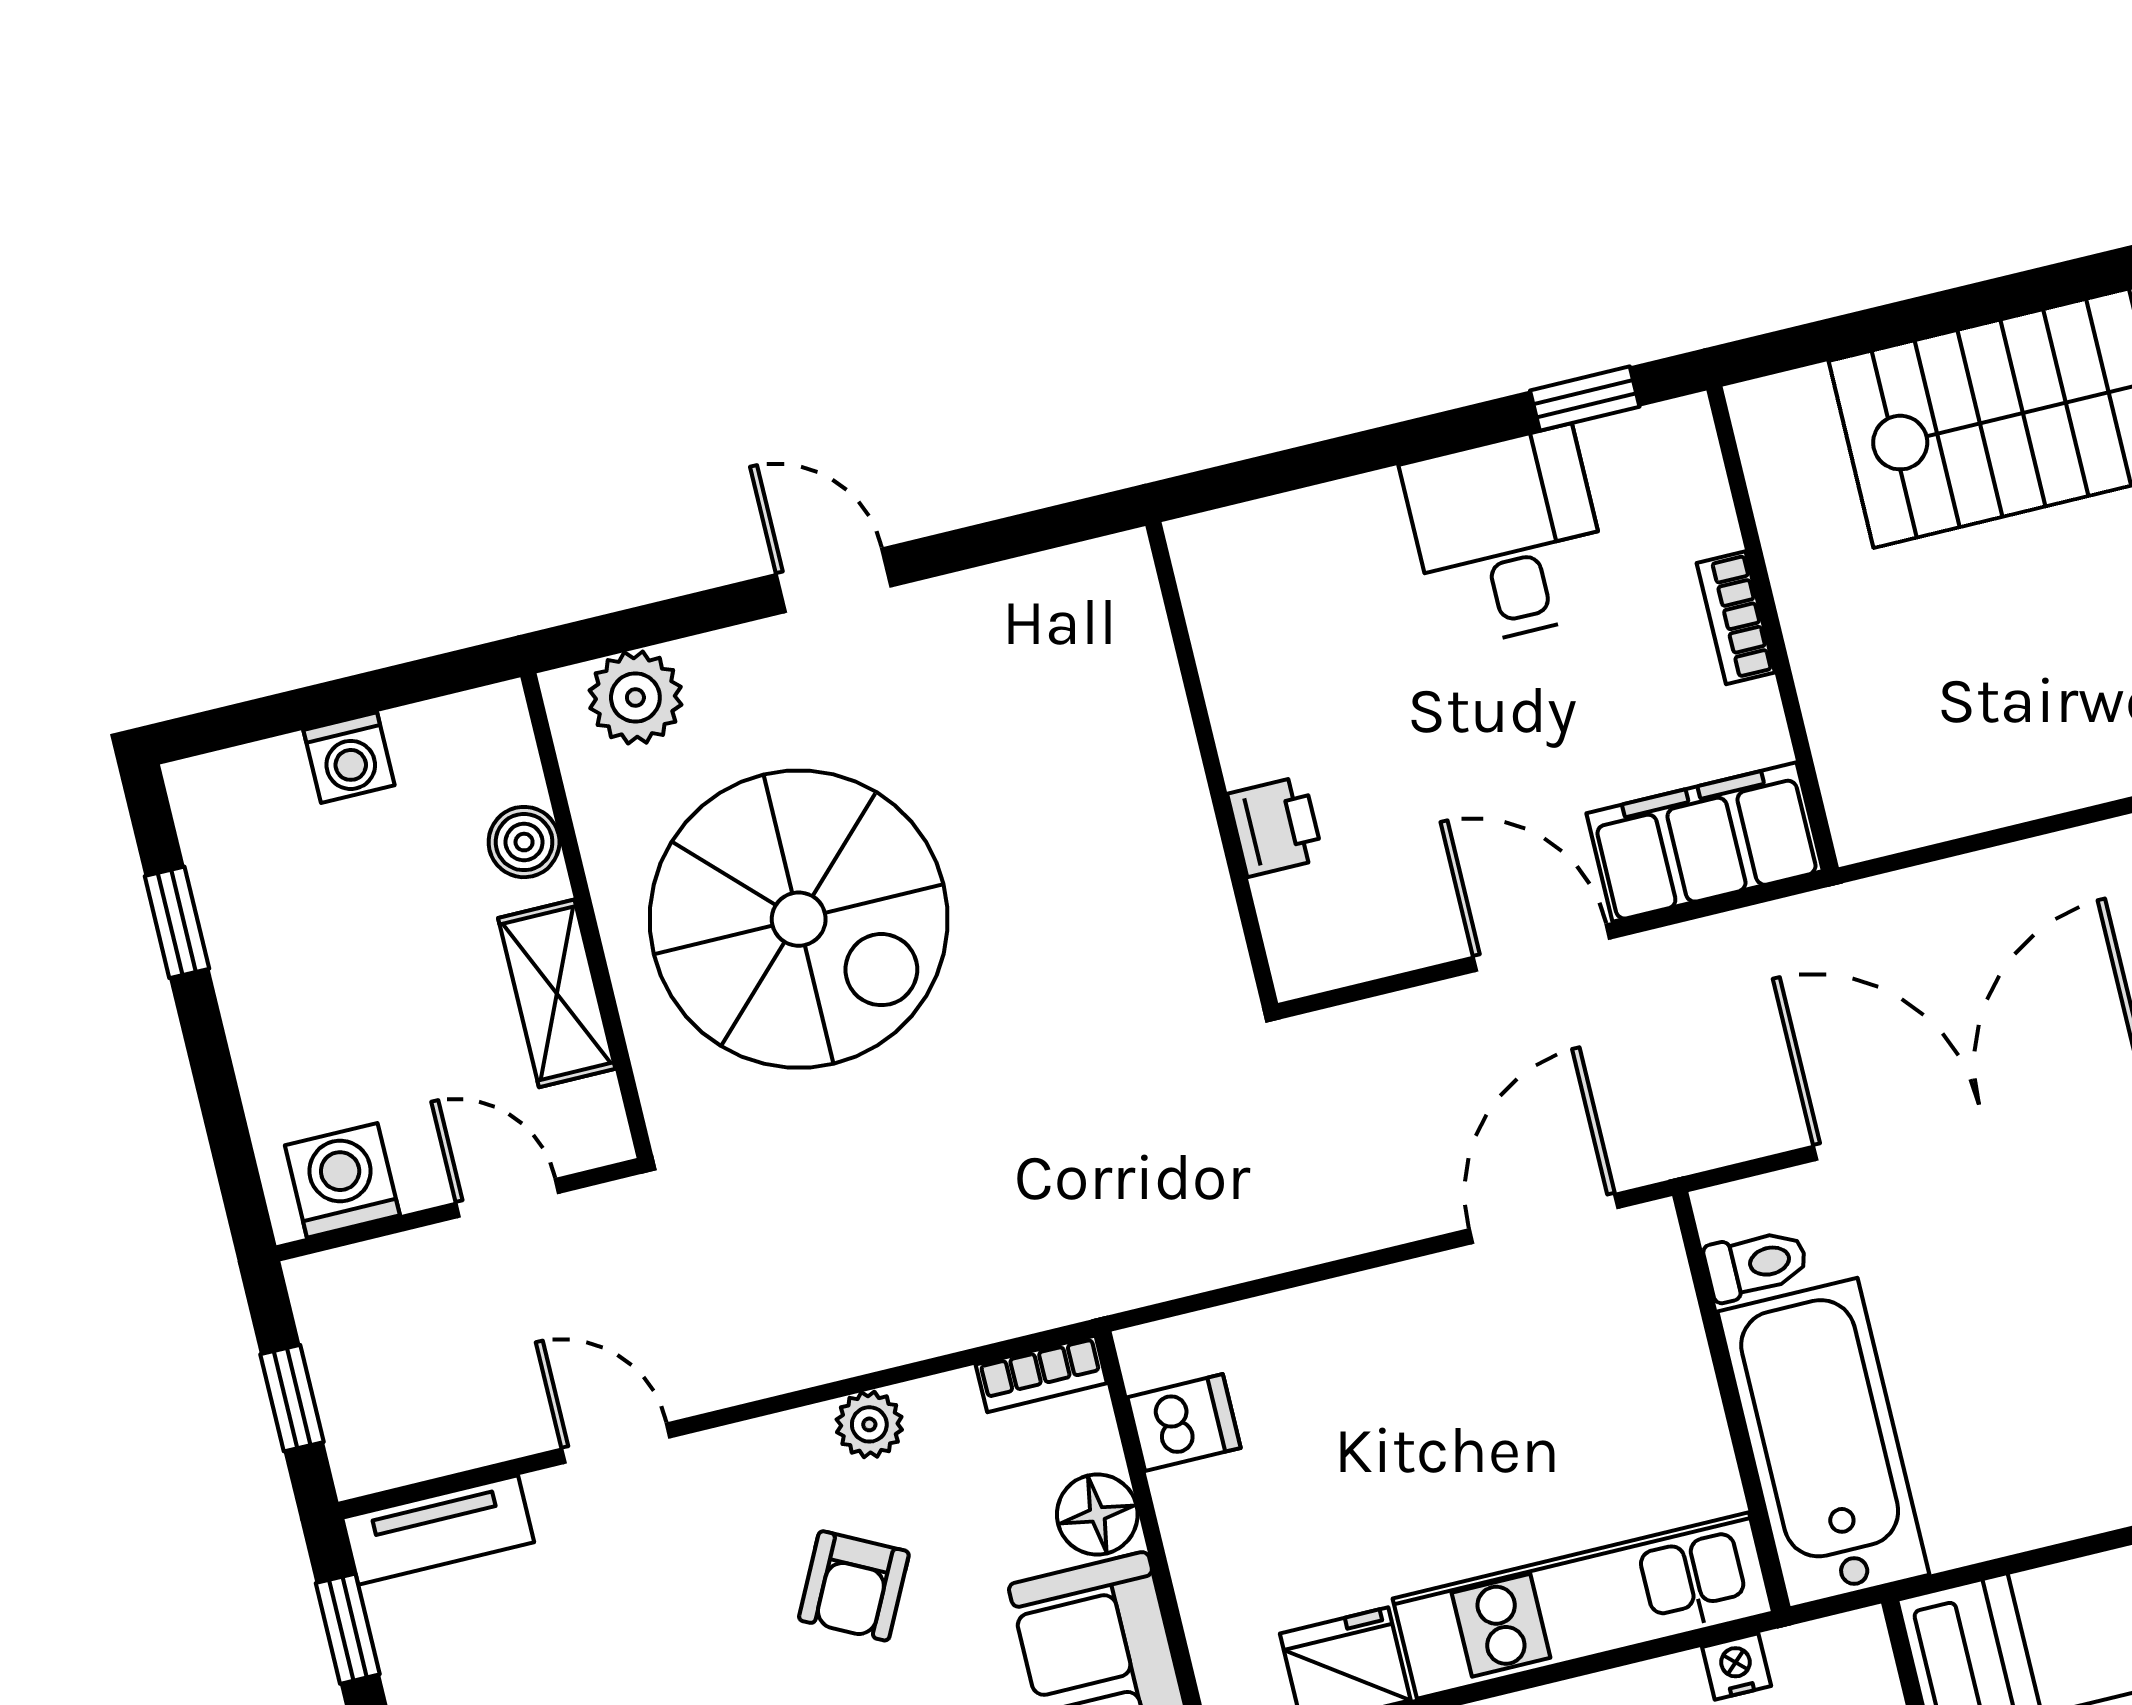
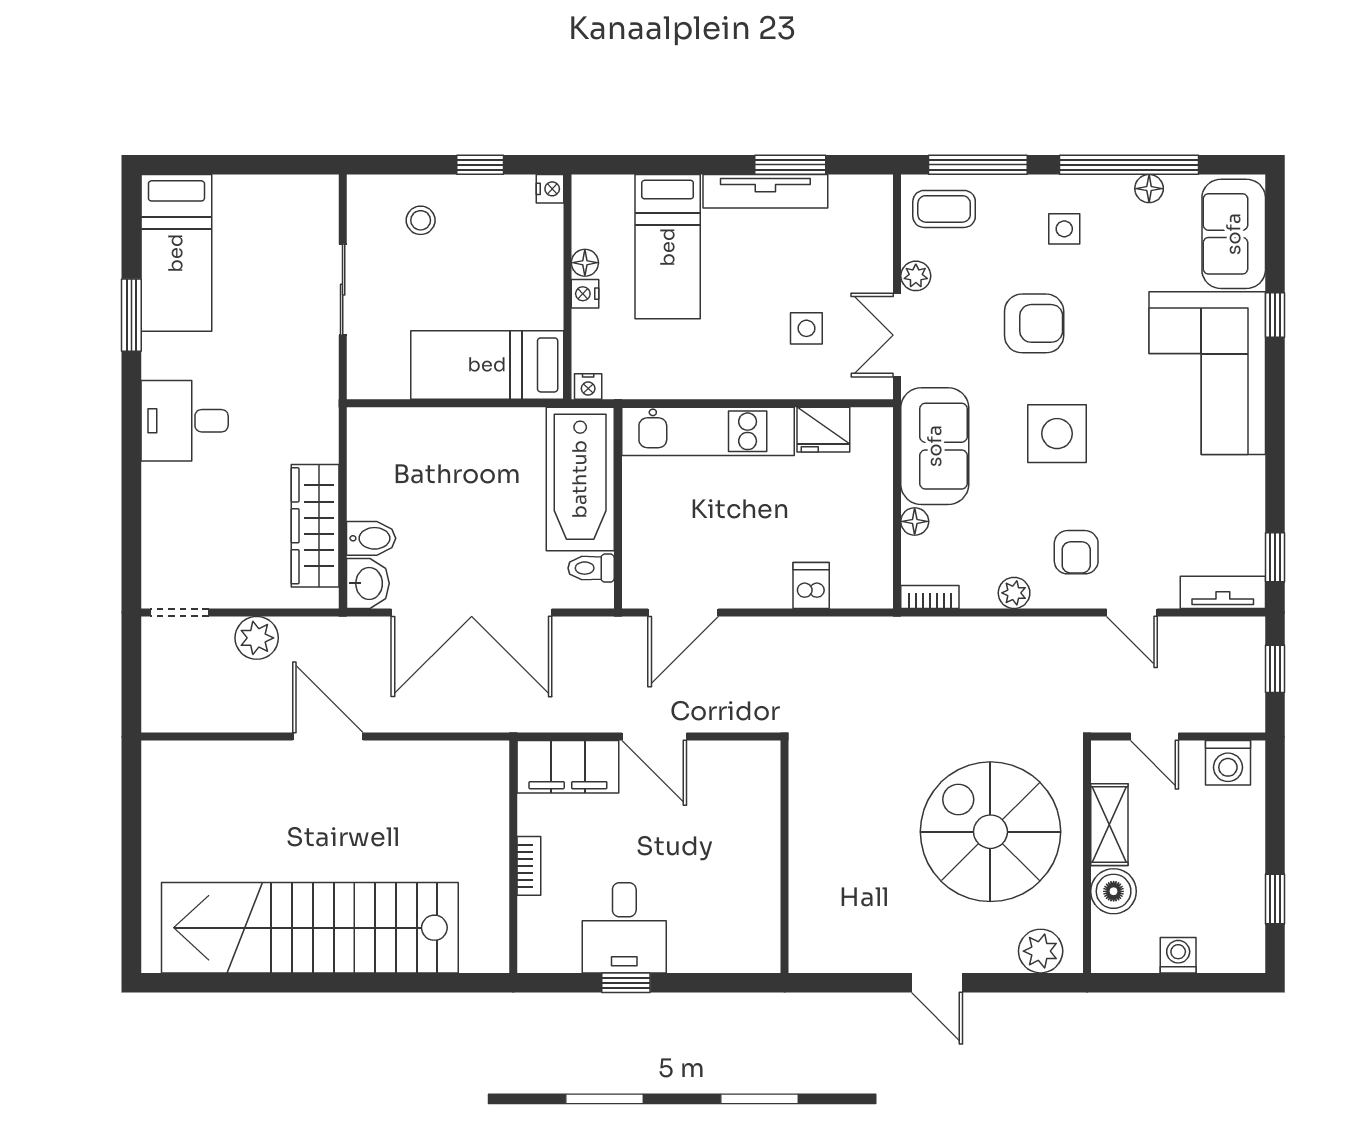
window: (1585, 399) -> (626, 983), moved
printer: (1275, 826) -> (762, 821), removed
boiler: (524, 842) -> (1114, 891), width x1.36, depth x1.36
dishwasher: (1184, 1423) -> (811, 586), moved, turned 90
floor lamp: (1097, 1514) -> (915, 521), width x0.73, depth x0.73
armchair: (854, 1586) -> (1076, 552), moved, turned 153
nightstand: (1737, 1666) -> (588, 386), moved

